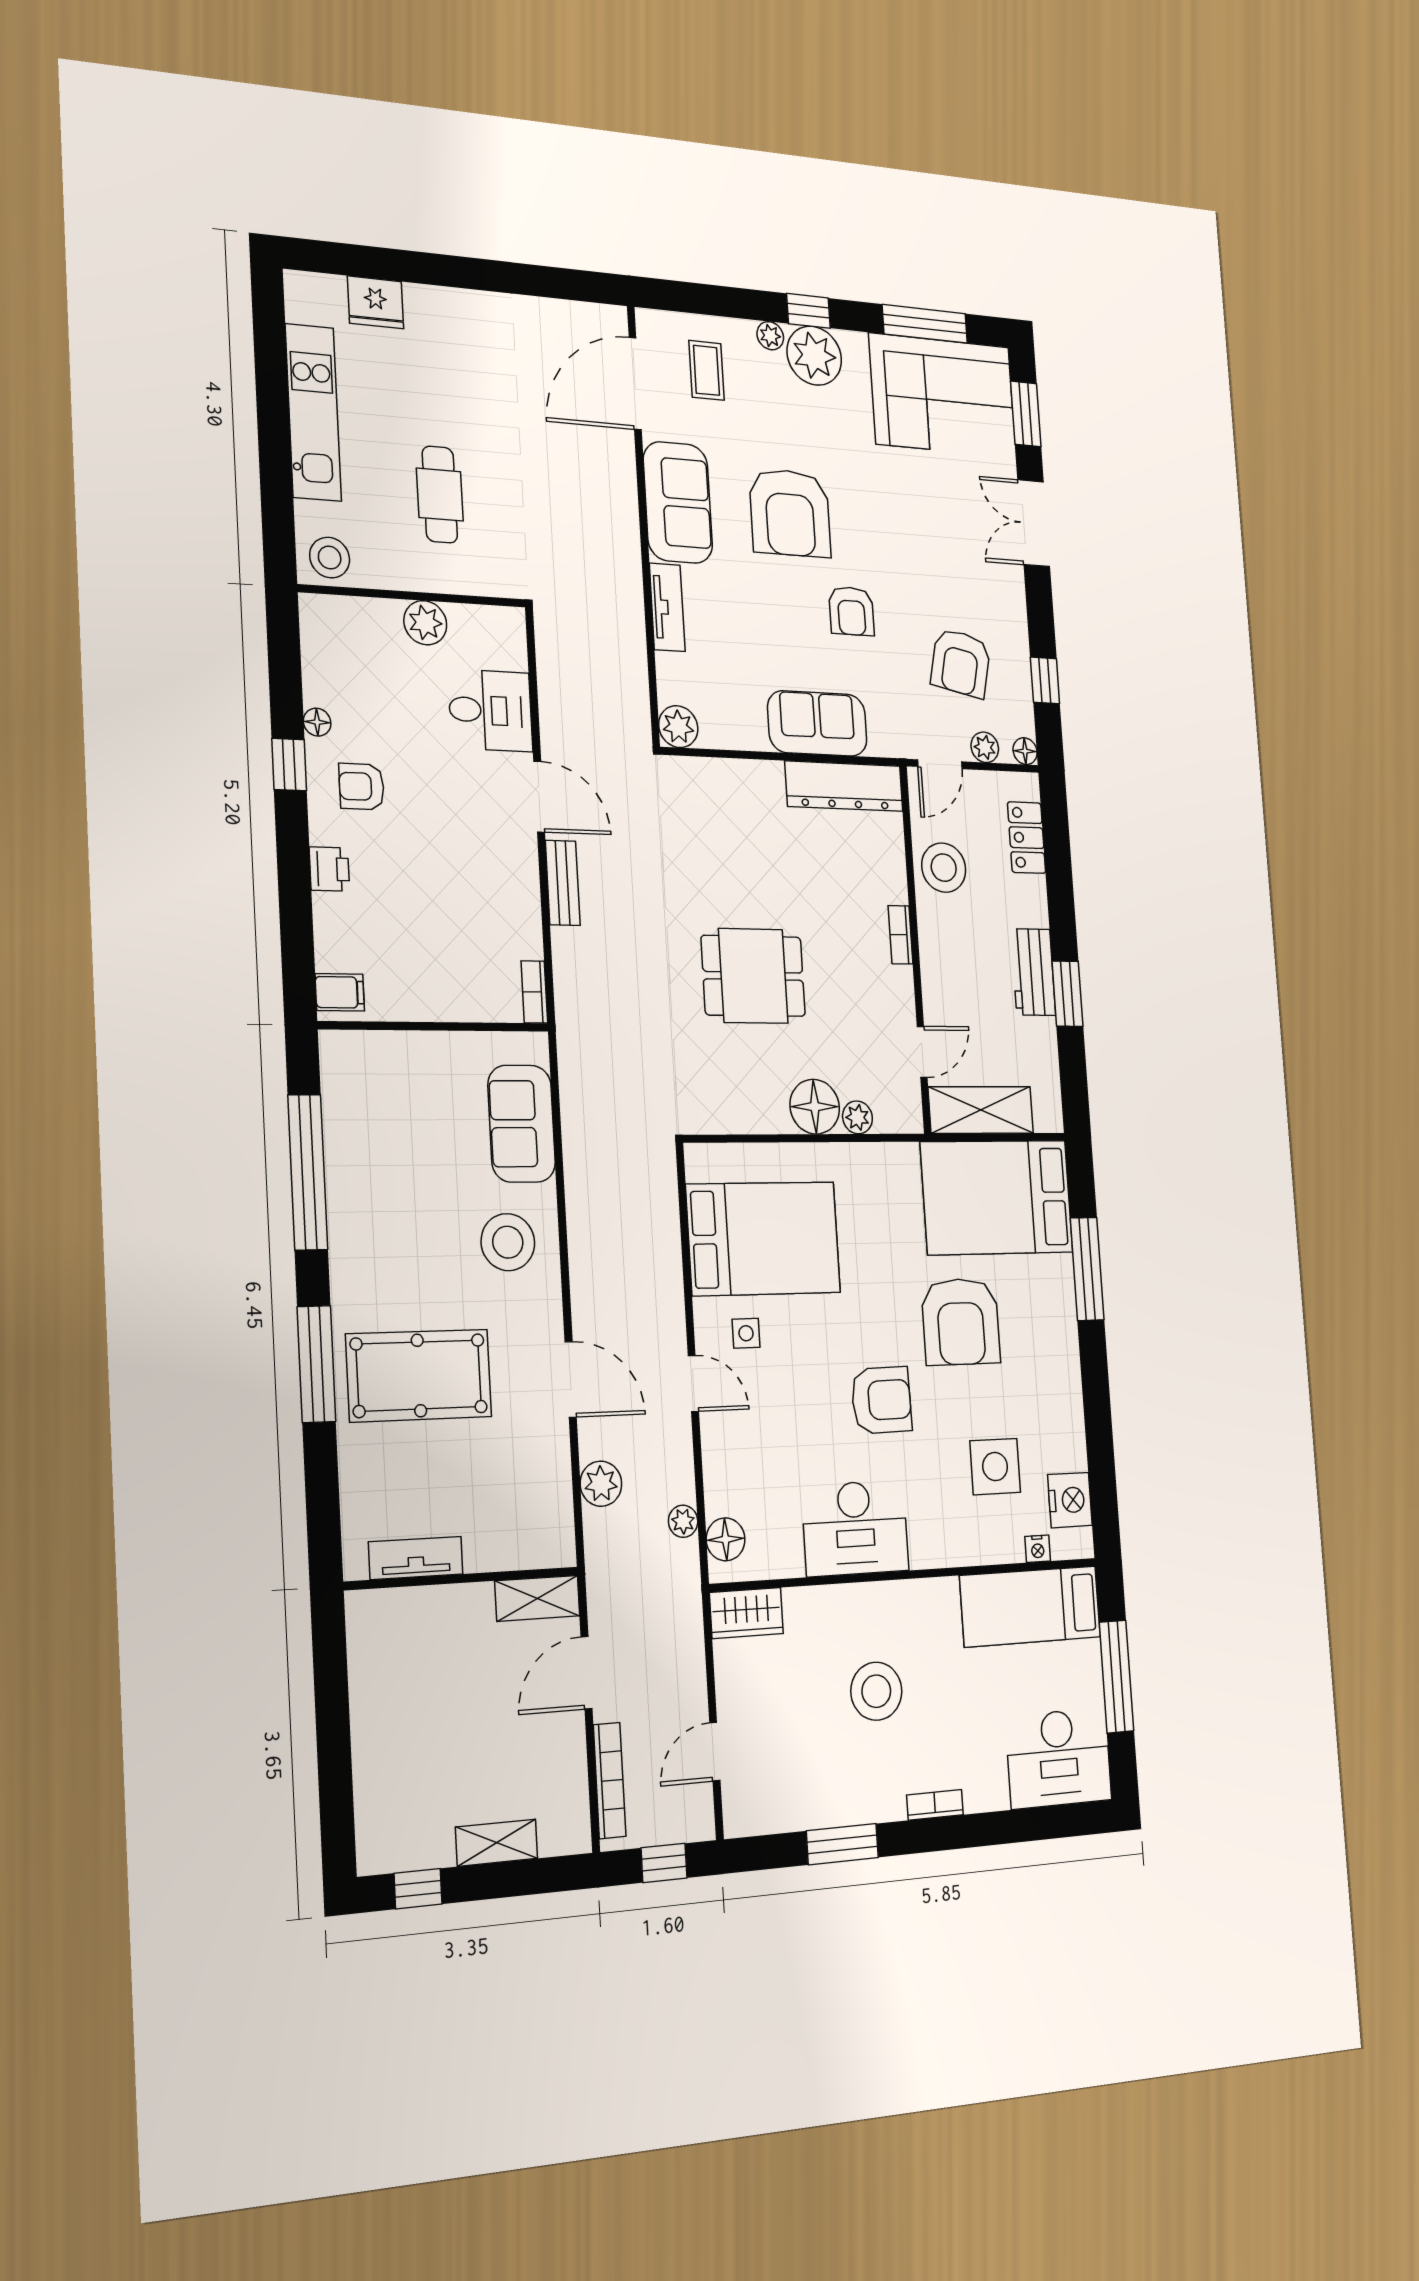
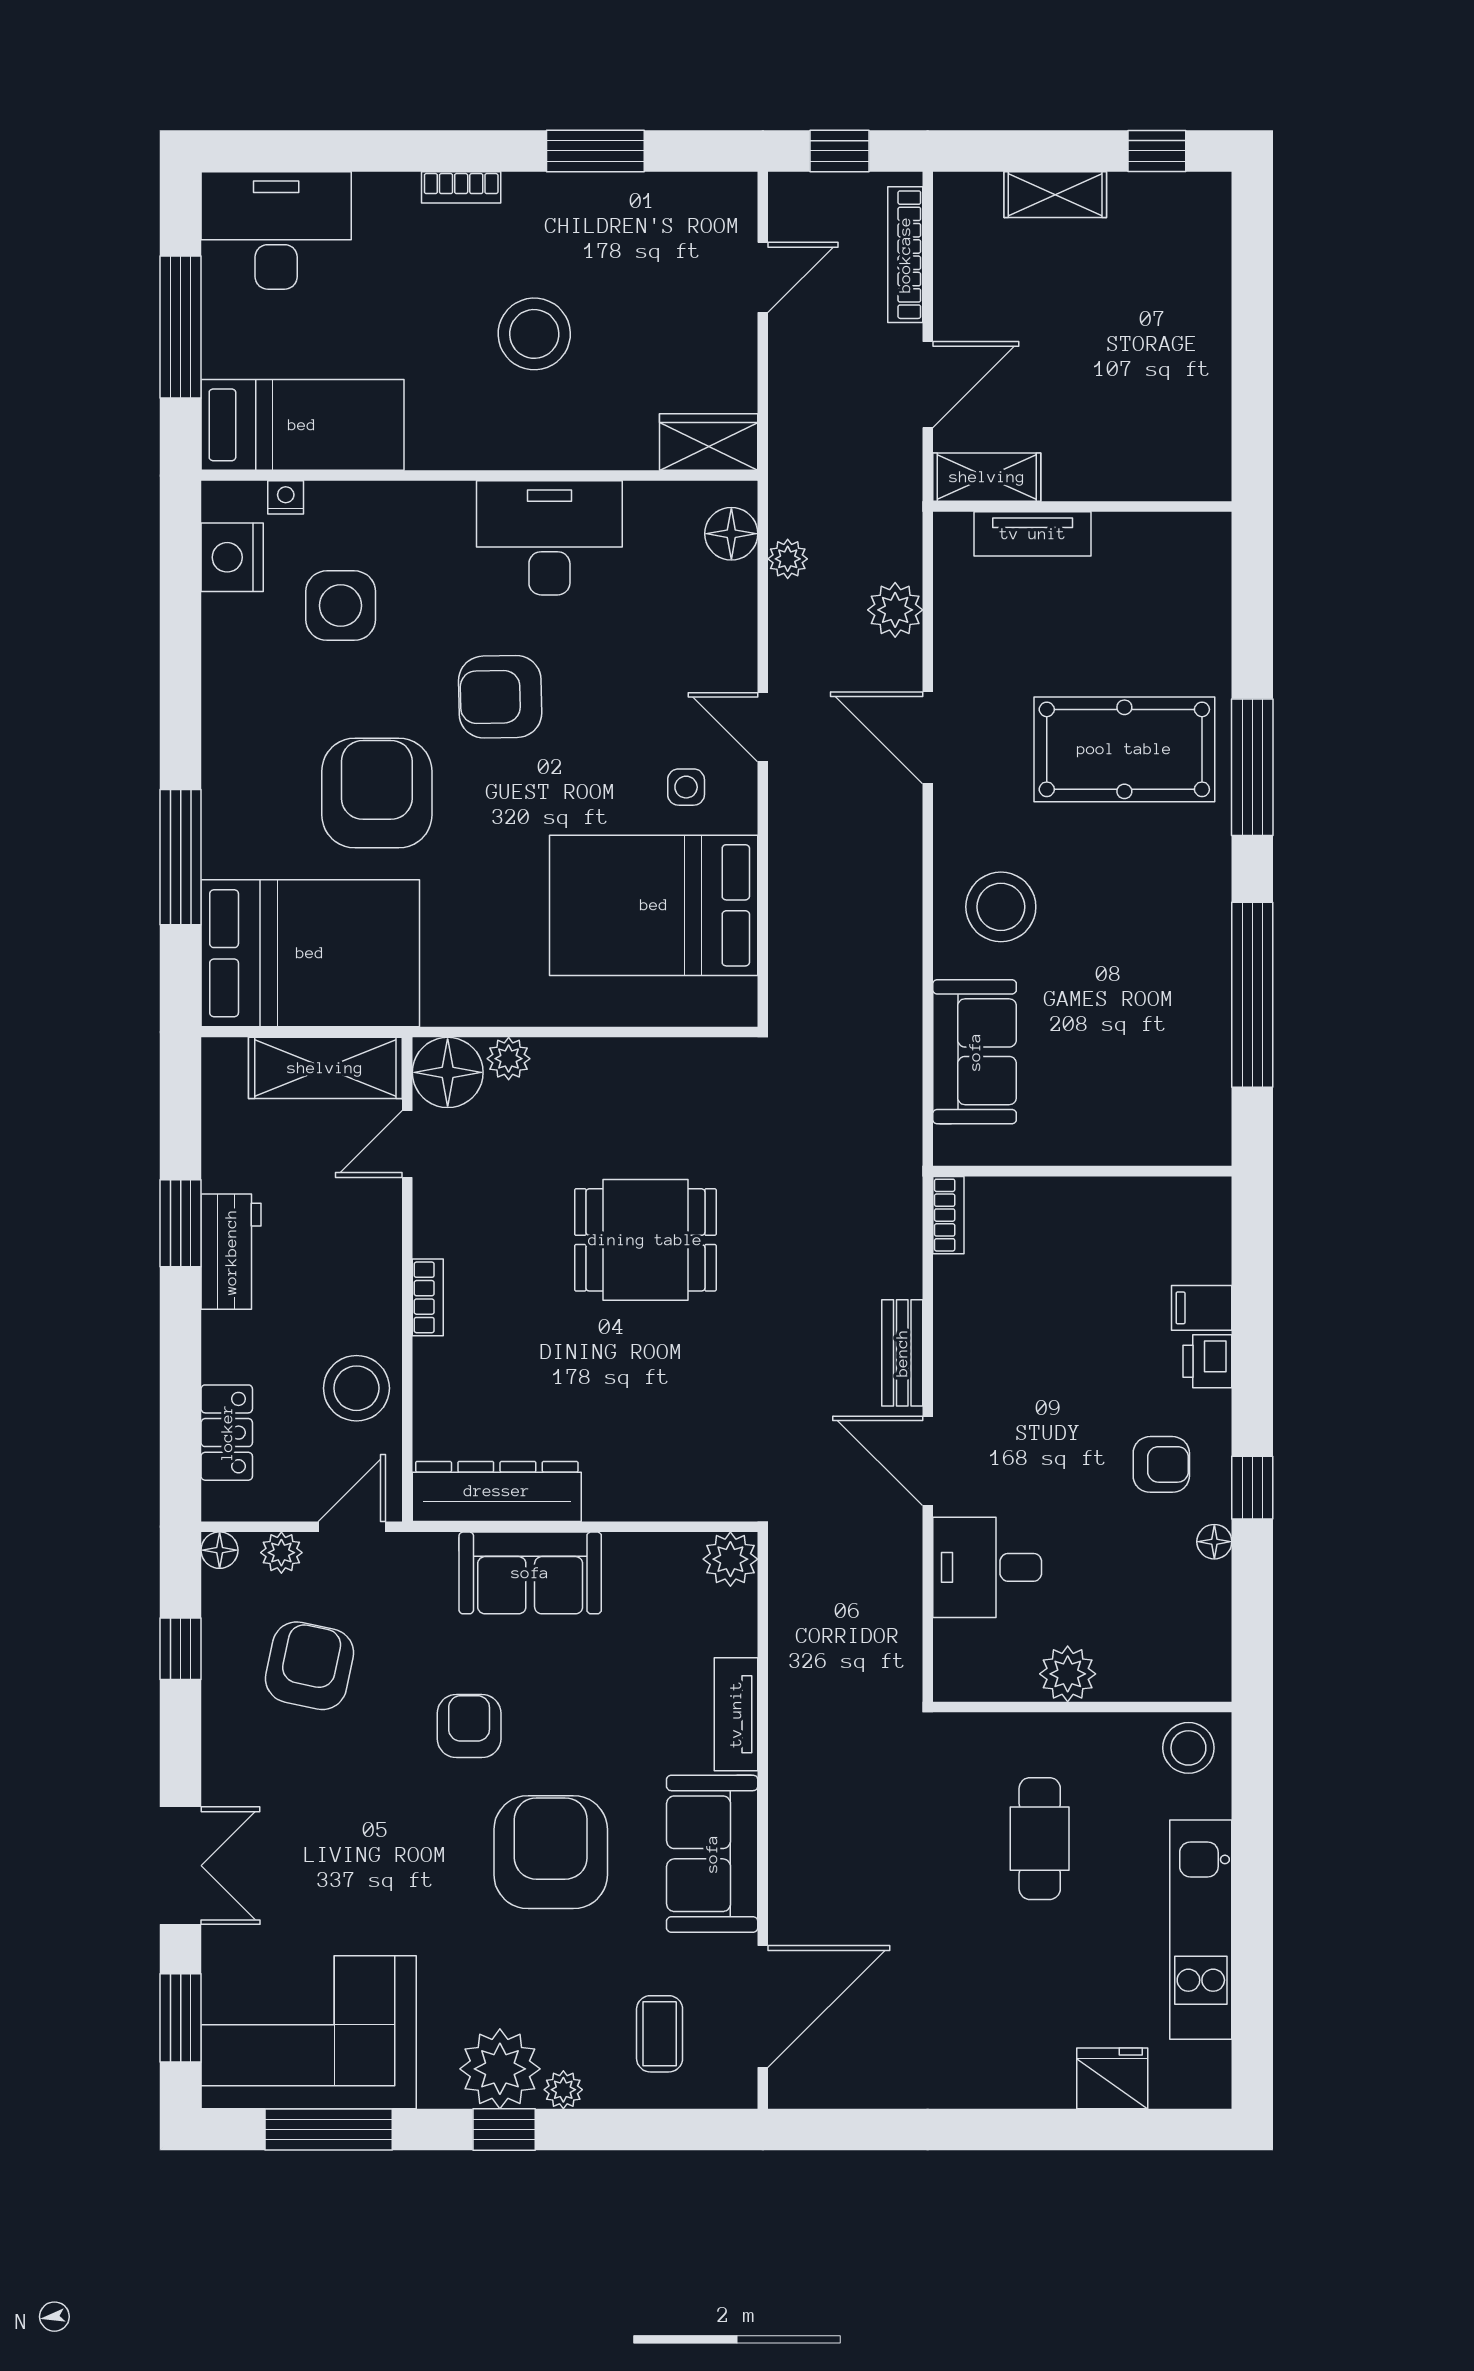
filing cabinet: (340, 992) -> (1202, 1308), moved
floor lamp: (815, 1107) -> (448, 1072), moved
tv unit: (416, 1558) -> (1033, 534), moved

